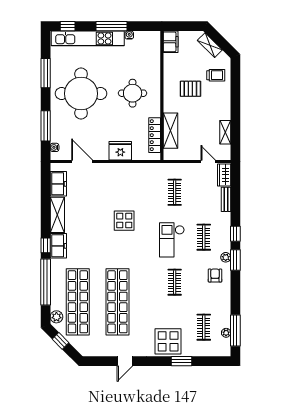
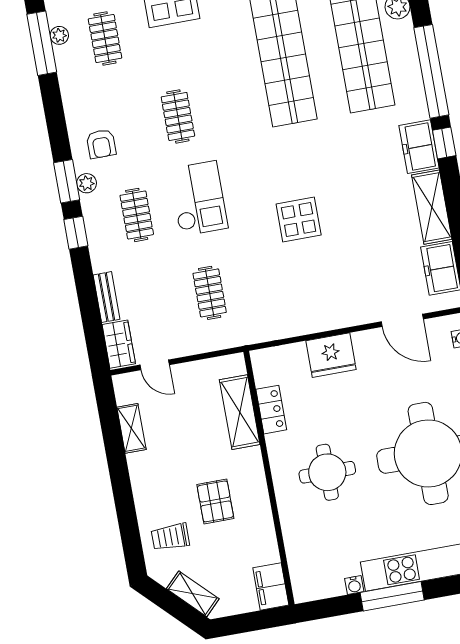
pallet: (190, 89) -> (215, 501), turned 90
locker: (155, 135) -> (271, 410), width x0.66

